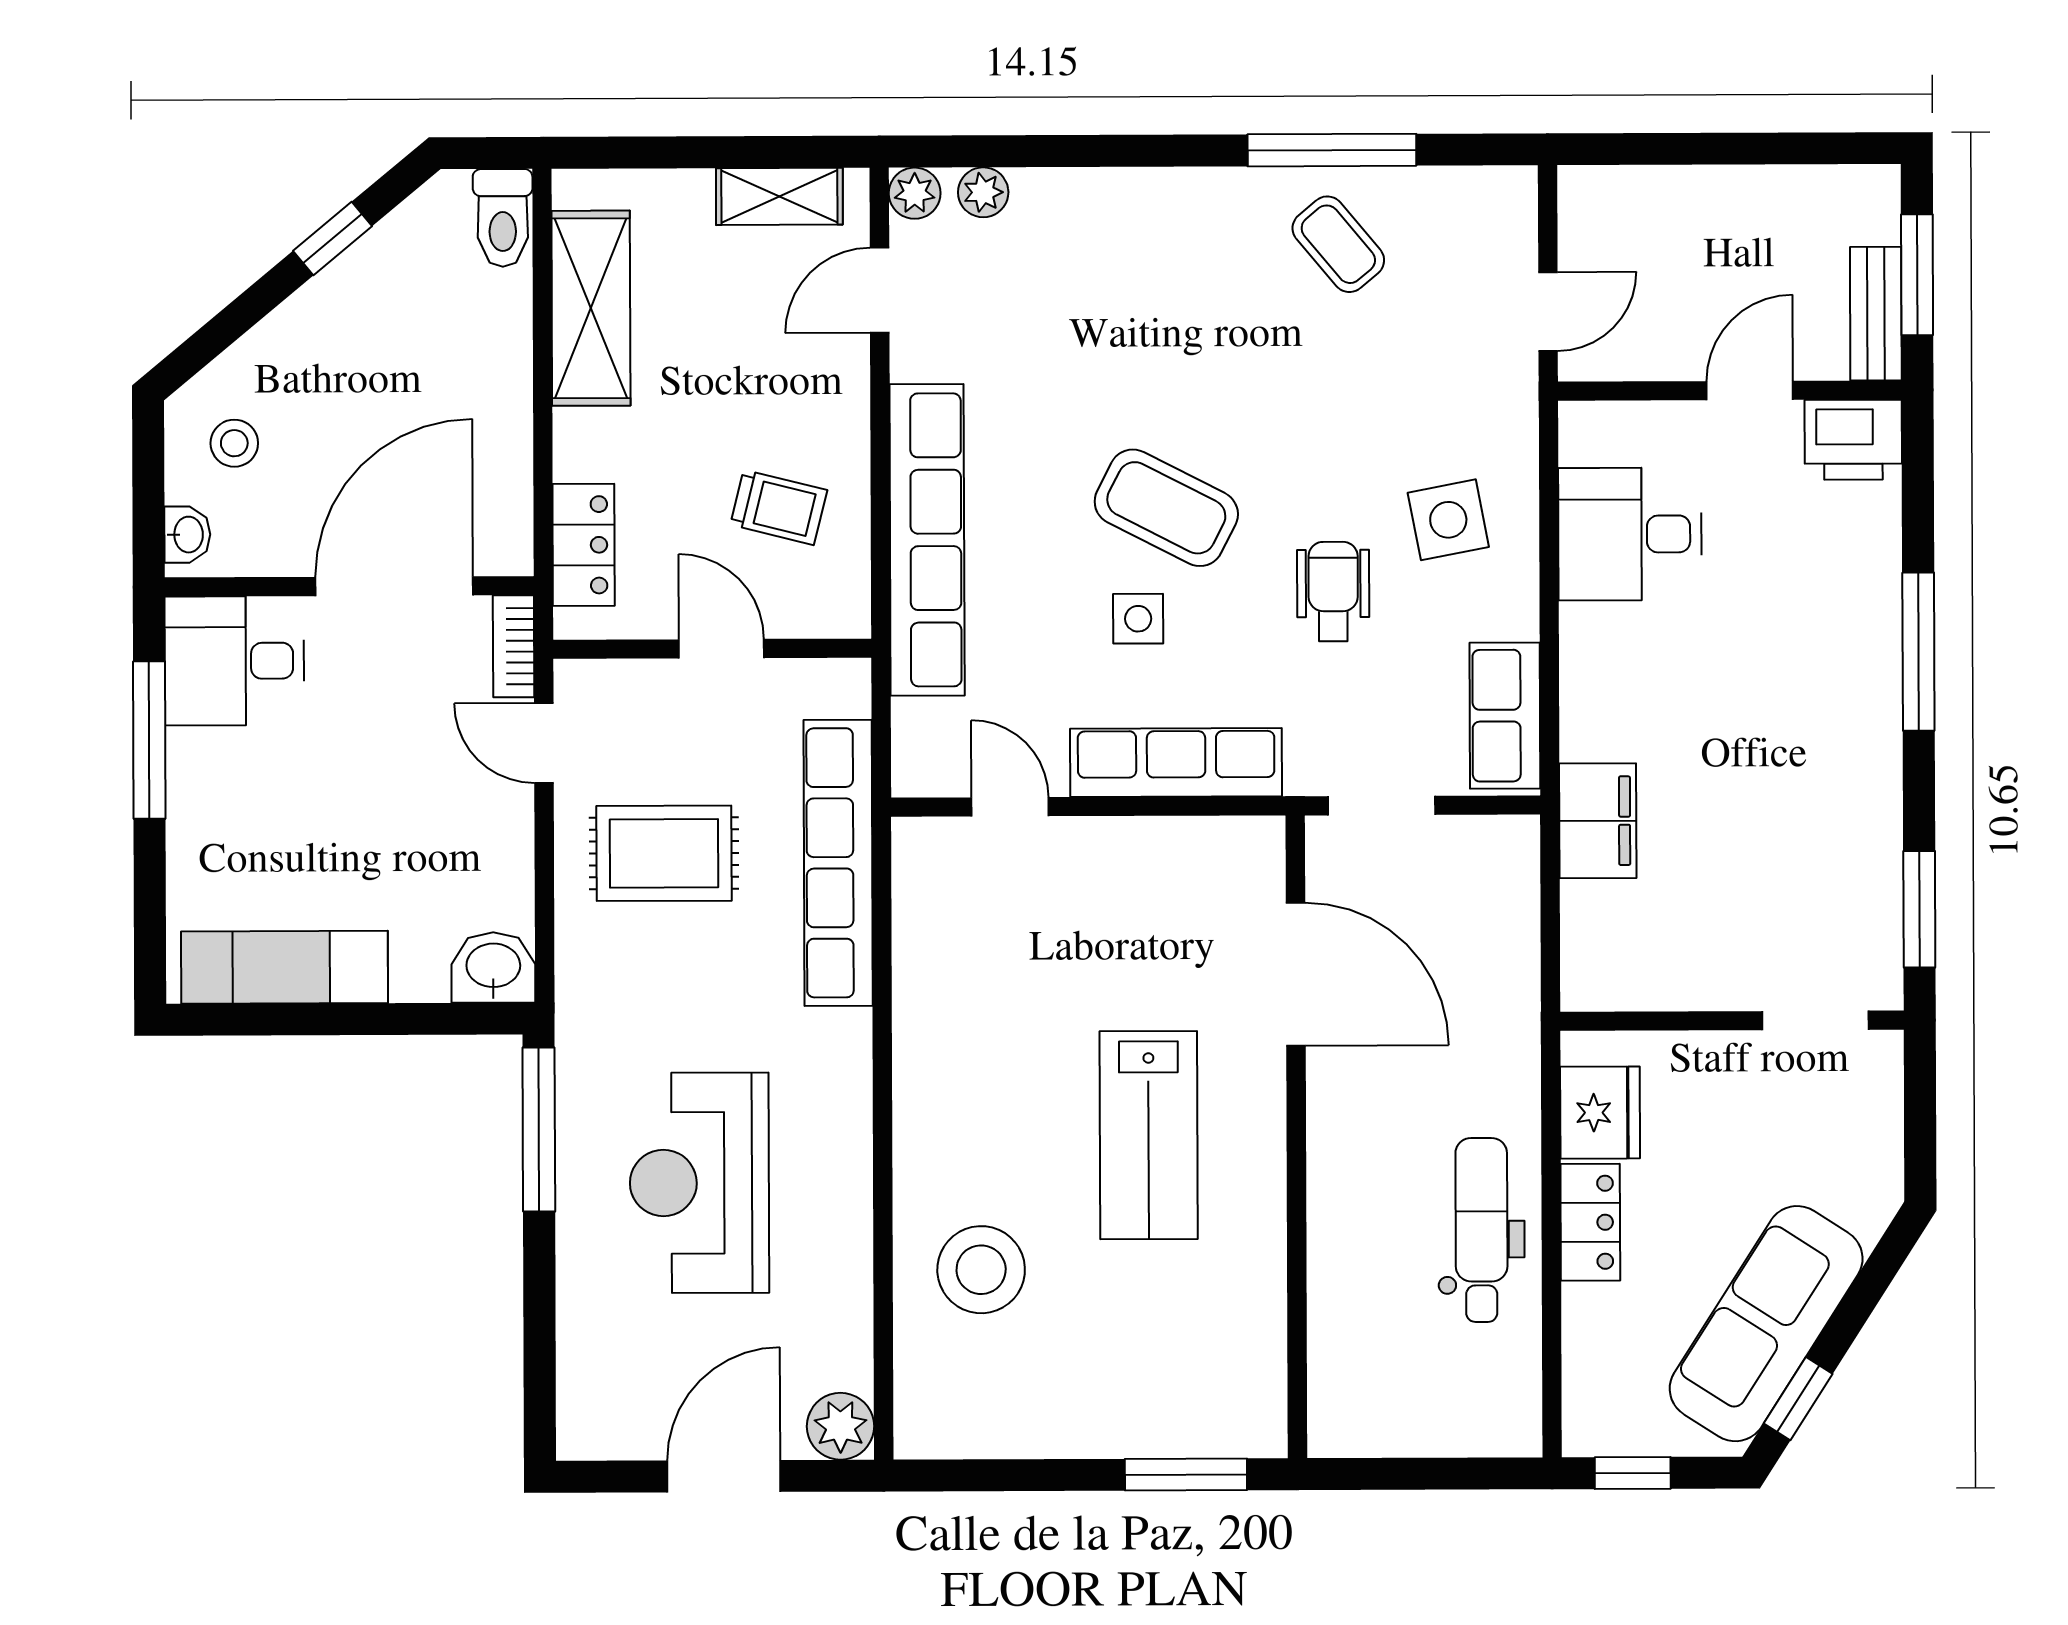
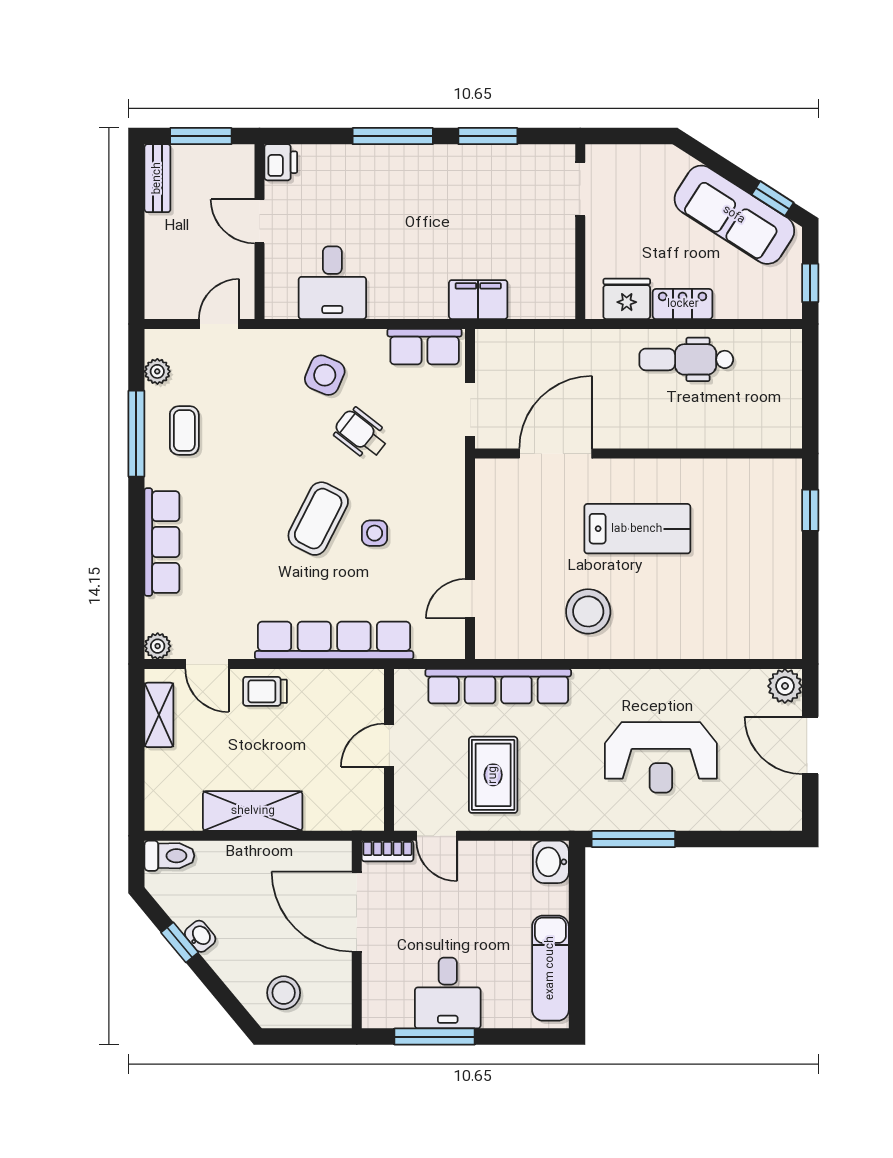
plant: (983, 192) -> (157, 371), moved
coffee table: (1338, 244) -> (184, 431), turned -50
shelving: (591, 308) -> (253, 811), moved
door: (1548, 311) -> (219, 324), hinge flipped
bench: (1876, 314) -> (157, 178), moved, turned 90
printer: (1853, 440) -> (281, 162), width x0.73, depth x0.81
stool: (234, 443) -> (284, 993), width x1.37, depth x1.37
trolley: (779, 507) -> (265, 691), moved, turned -104
side table: (1448, 520) -> (325, 375), turned 34
washbasin: (187, 535) -> (200, 936), moved, turned 50
locker: (584, 545) -> (336, 815), removed
wheelchair: (1333, 591) -> (361, 434), turned 38
desk: (234, 661) -> (448, 993), moved
door: (544, 743) -> (437, 836), hinge flipped
row of seats: (1176, 762) -> (162, 542), moved, turned 180
window: (1919, 909) -> (488, 136), moved
stool: (981, 1270) -> (588, 611), moved
window: (1186, 1475) -> (810, 510), width x0.67

